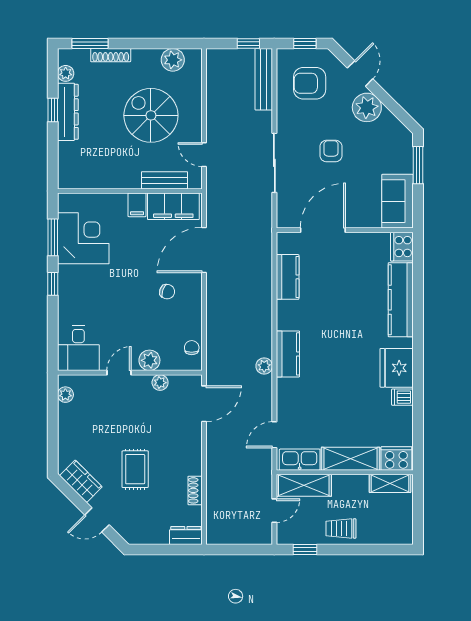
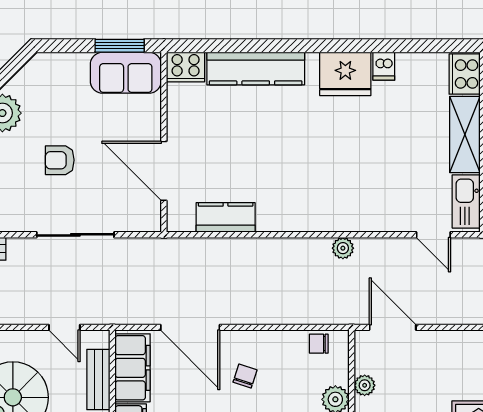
door: (204, 155) -> (64, 327), hinge flipped
window: (418, 165) -> (120, 46), moved
kitchen counter: (288, 354) -> (327, 217), removed

